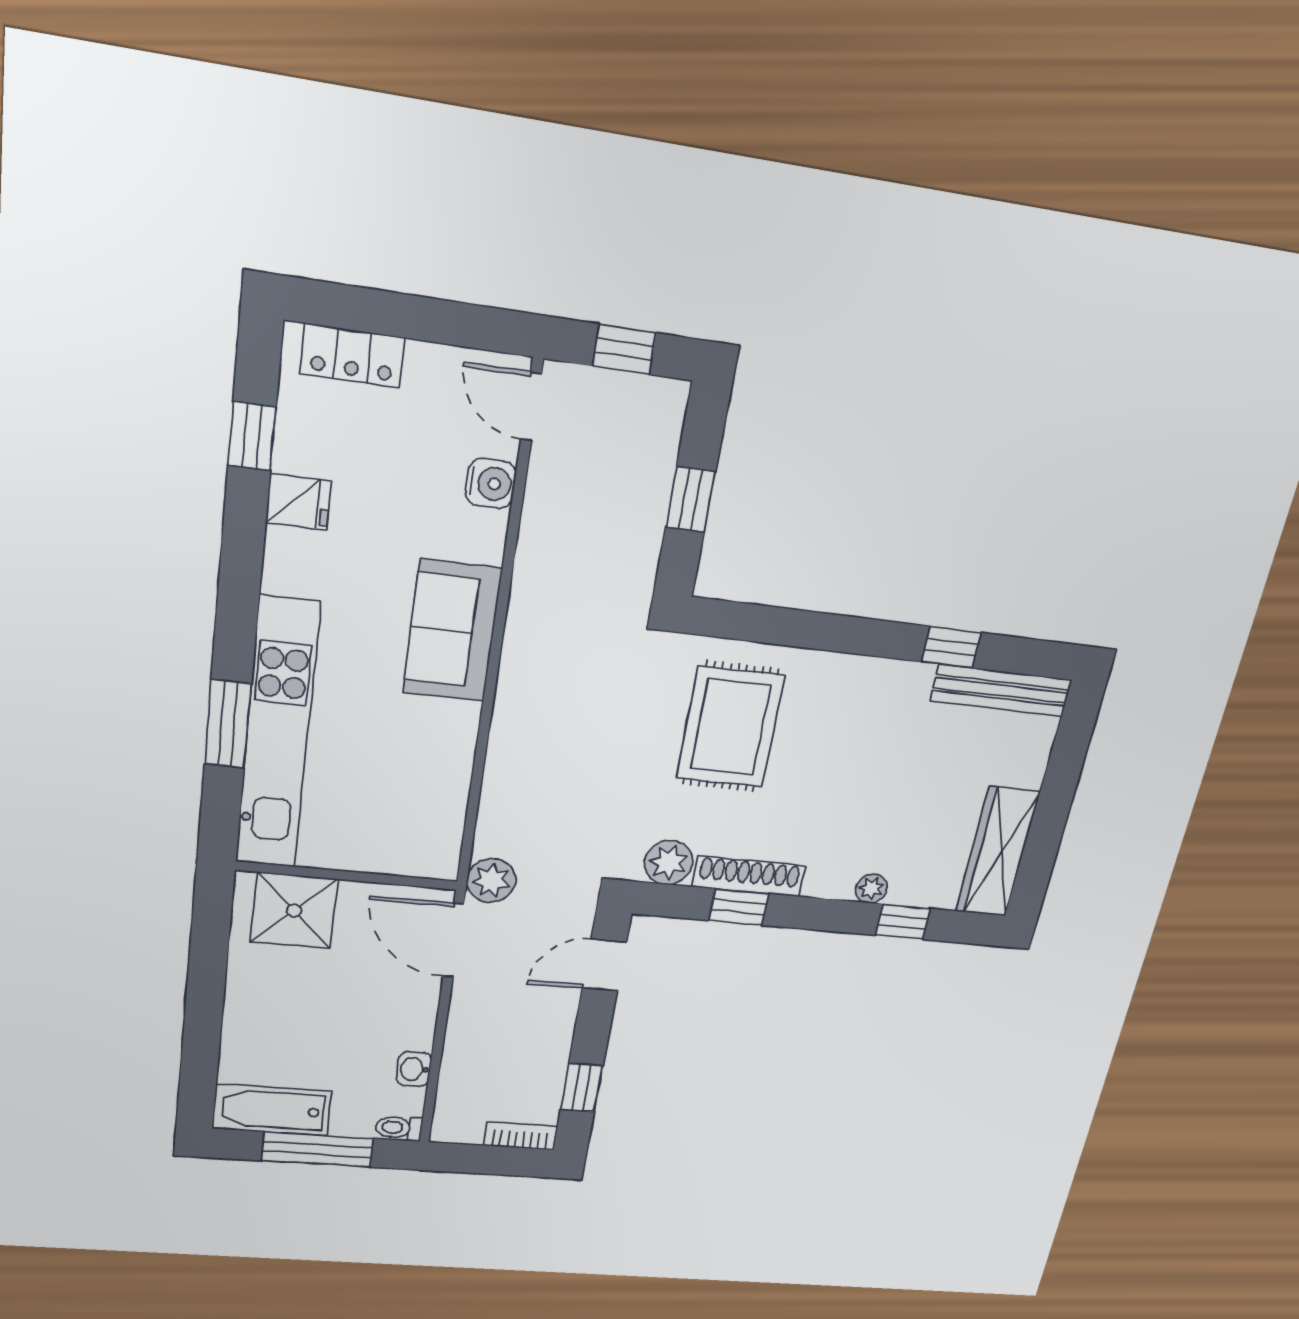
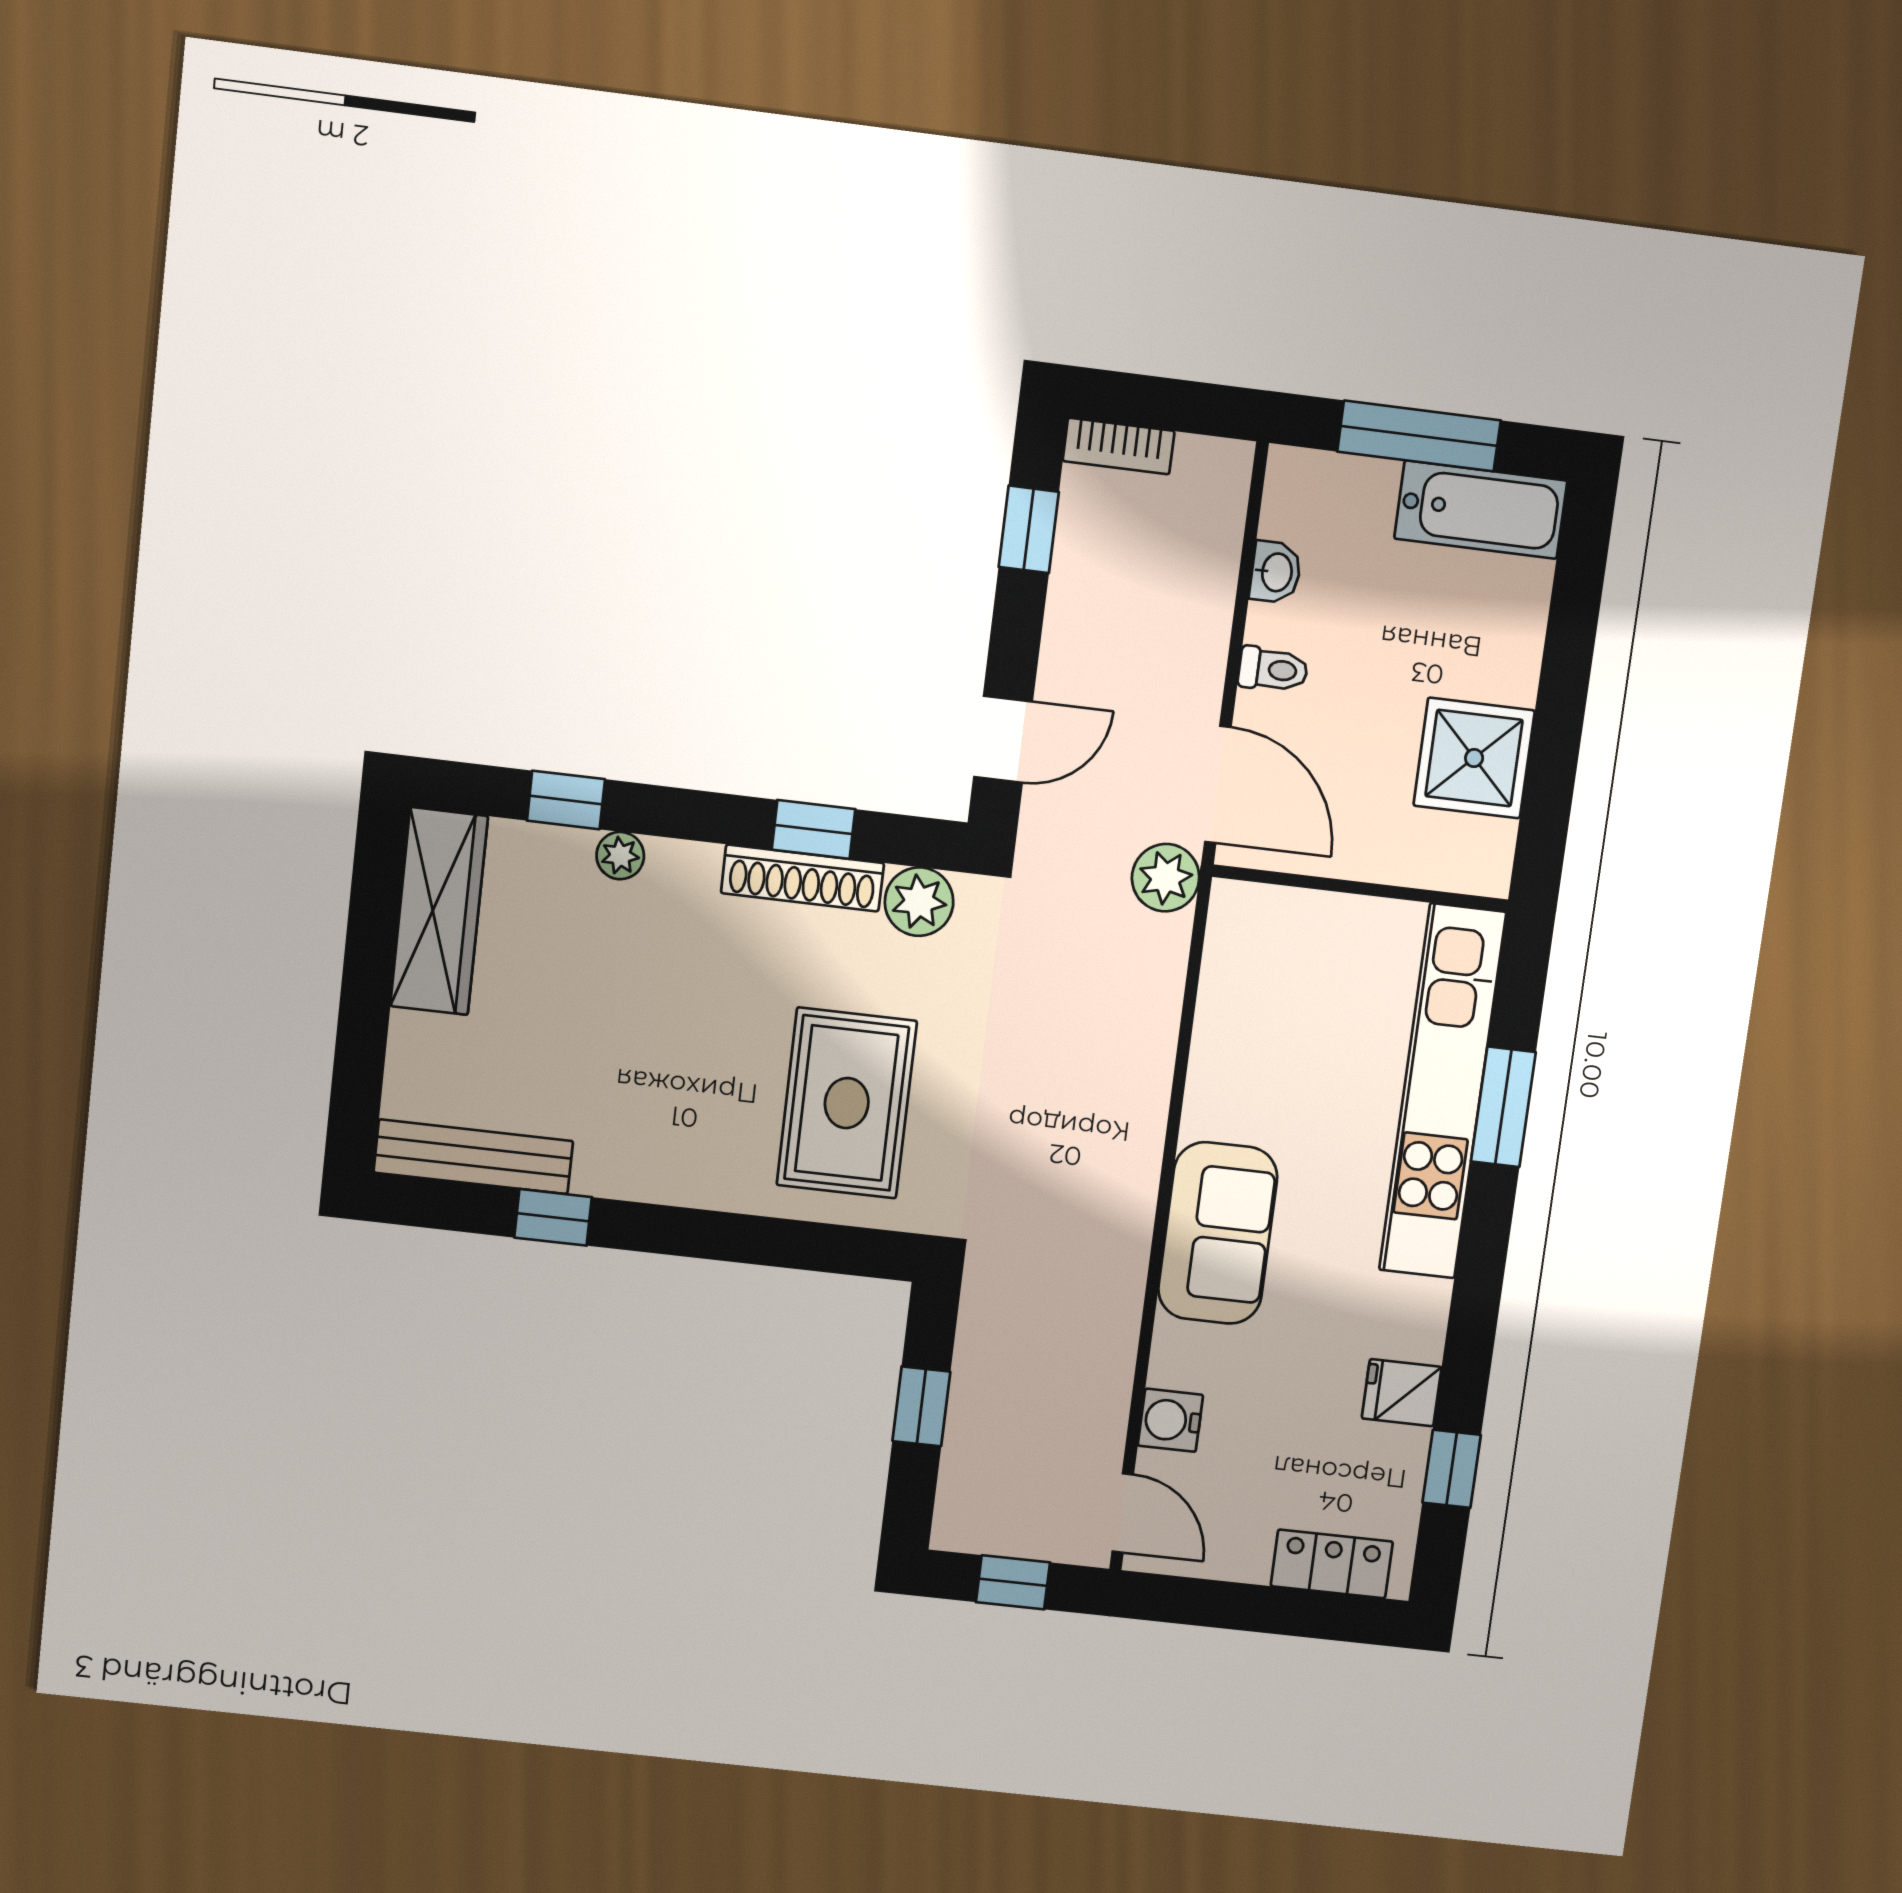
shower: (294, 911) -> (1474, 758), moved
toilet: (399, 1128) -> (1273, 669), moved

